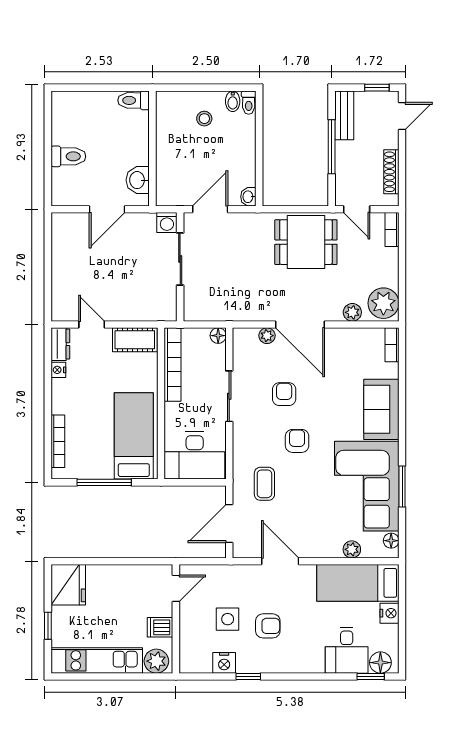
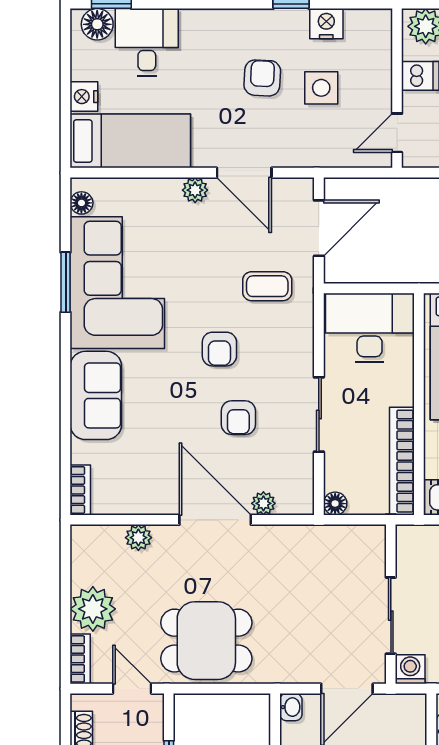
plant: (383, 303) -> (93, 609), moved
coffee table: (264, 484) -> (267, 286), turned 90
plant: (352, 549) -> (195, 190), moved
armchair: (268, 626) -> (262, 78), turned 93

